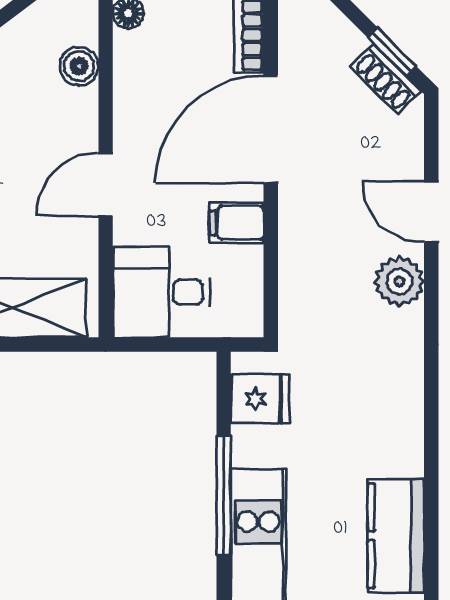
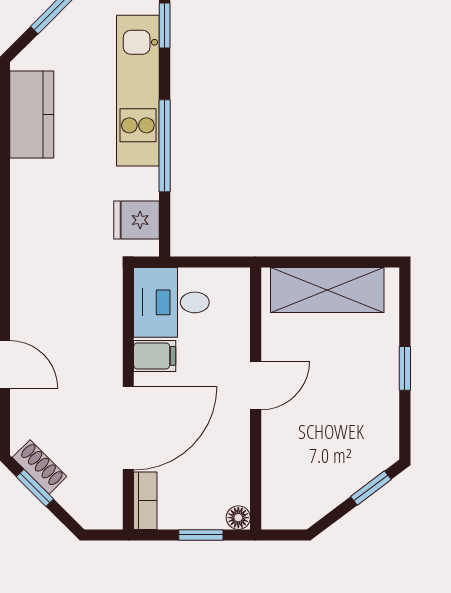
boiler: (79, 66) -> (276, 477), removed
plant: (399, 281) -> (29, 311), removed
desk: (162, 292) -> (171, 302), moved, turned 180

